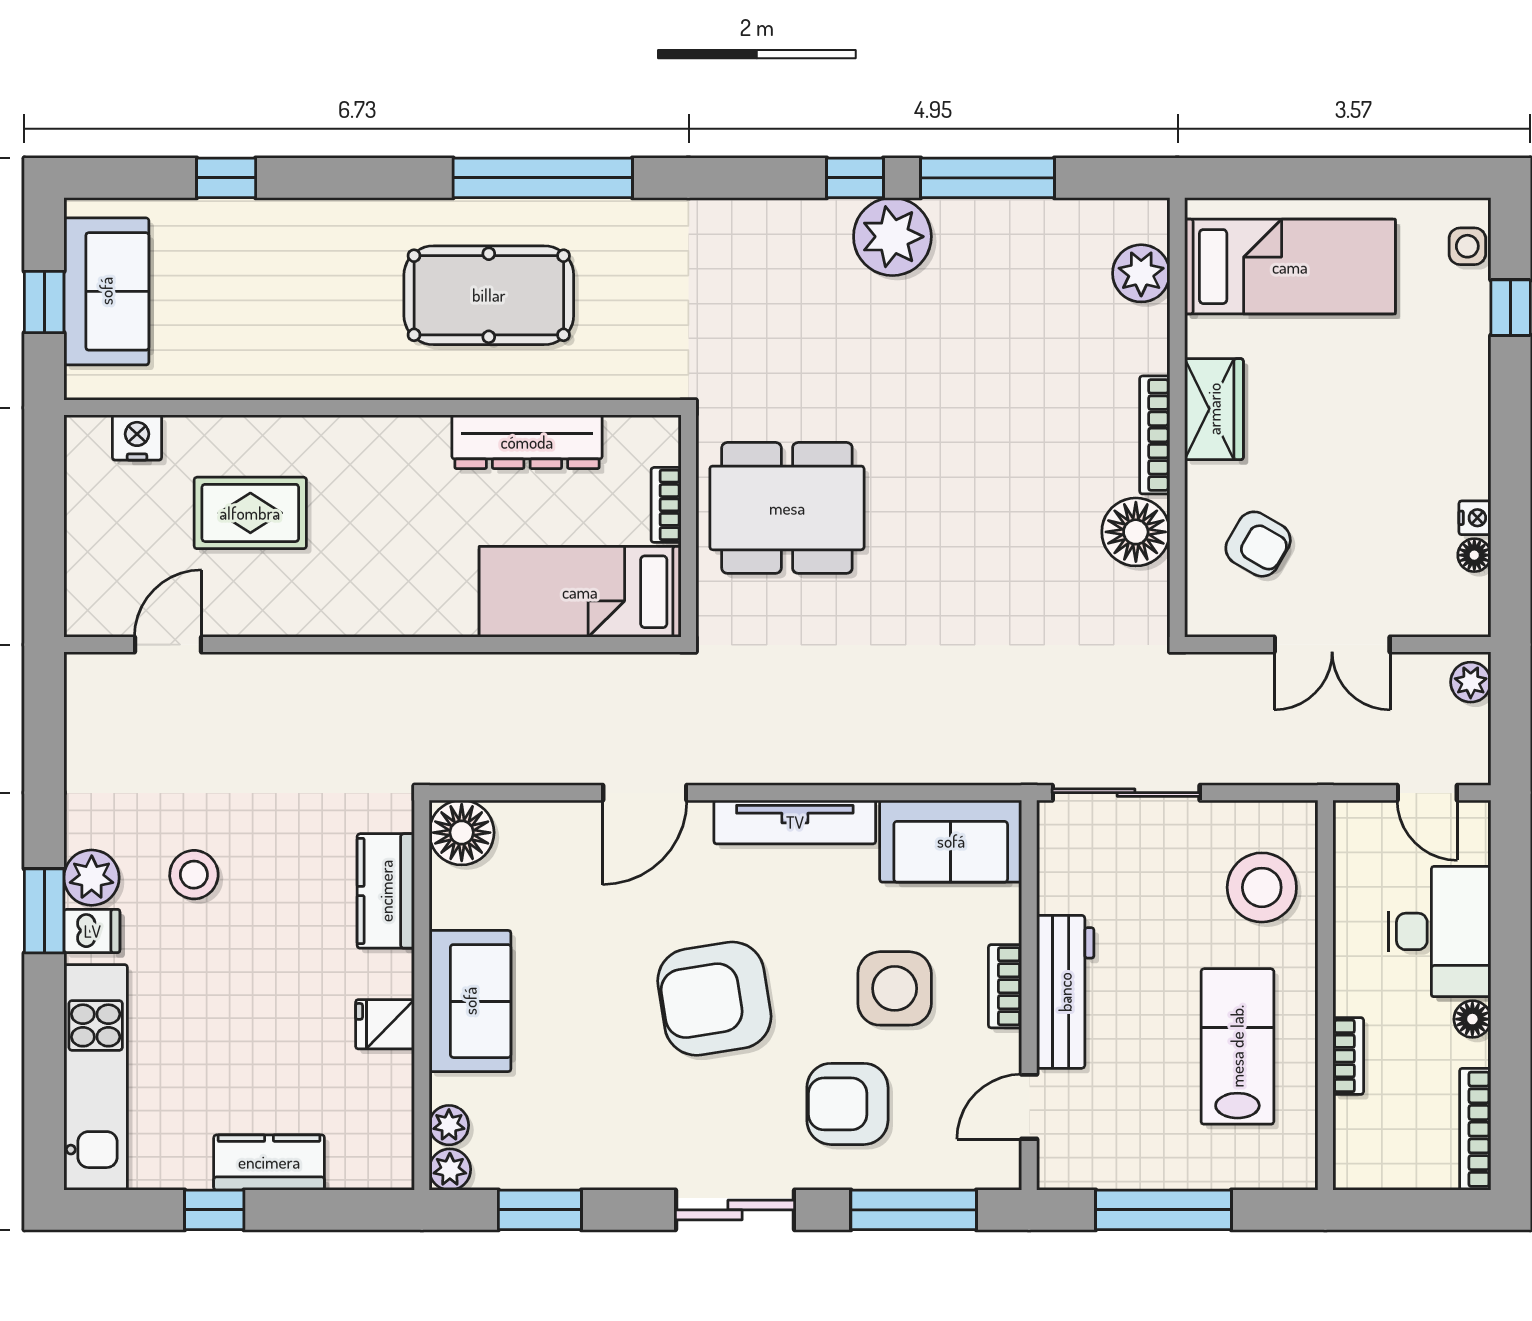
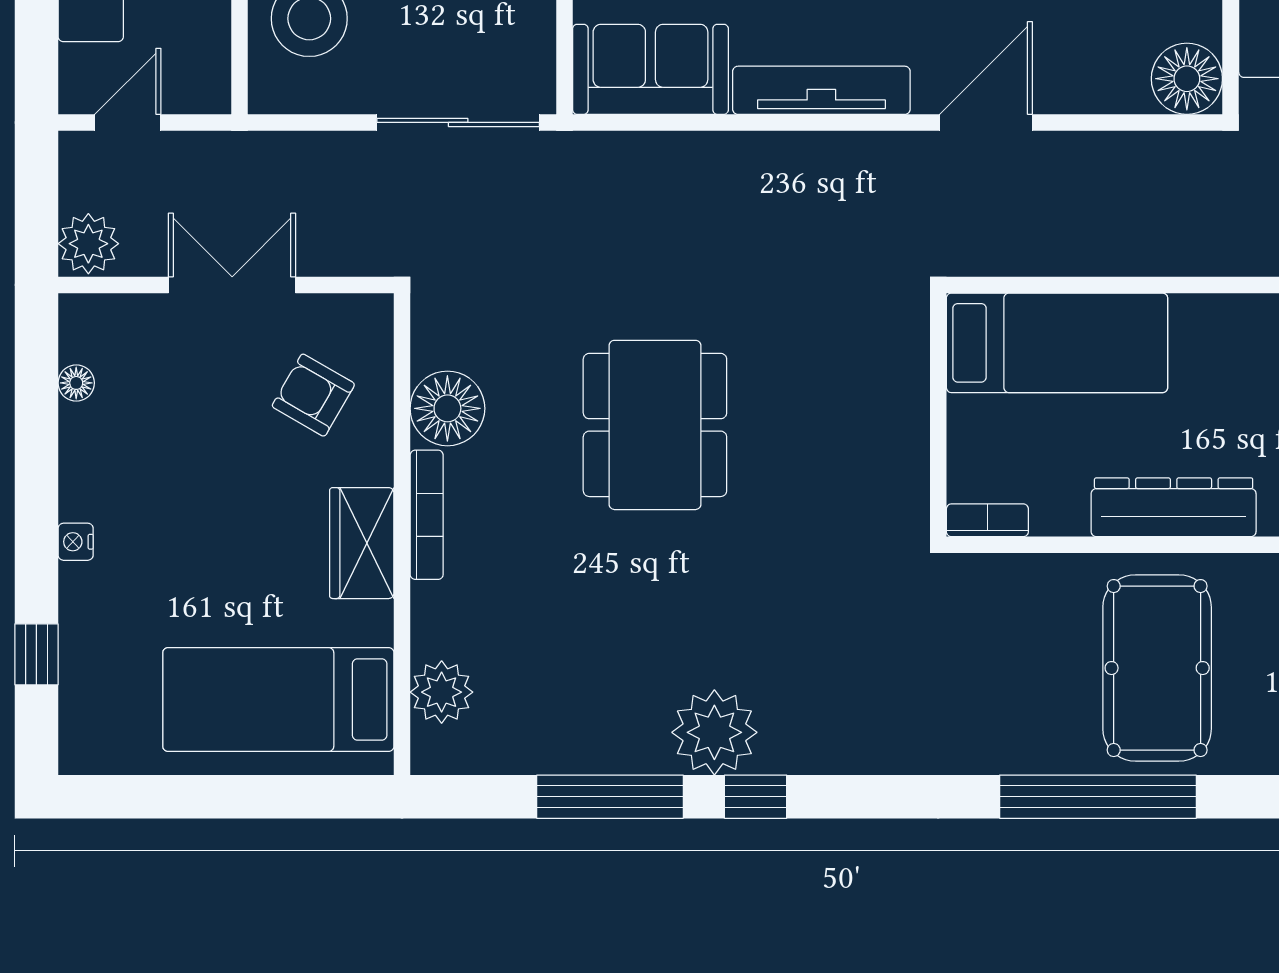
side table: (1467, 246) -> (84, 722), removed
pool table: (489, 295) -> (1157, 668), turned 90
dresser: (527, 442) -> (1174, 507), moved
bookcase: (666, 505) -> (987, 520), moved, turned -90
dining table: (787, 508) -> (655, 425), moved, turned 90
nightstand: (1475, 518) -> (76, 542), moved
plant: (1471, 682) -> (88, 244), width x1.38, depth x1.38
door: (1427, 793) -> (128, 122), hinge flipped

